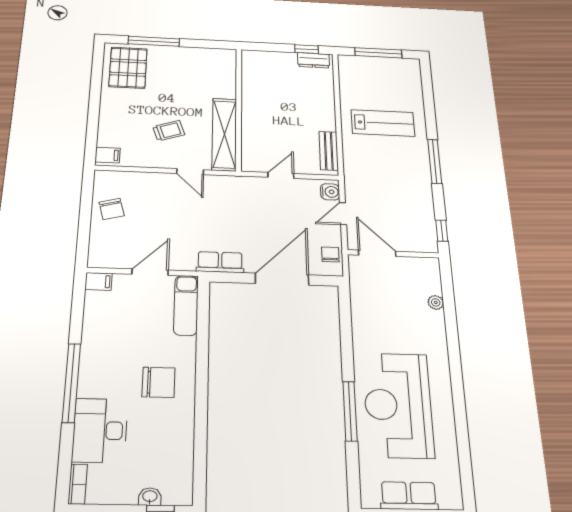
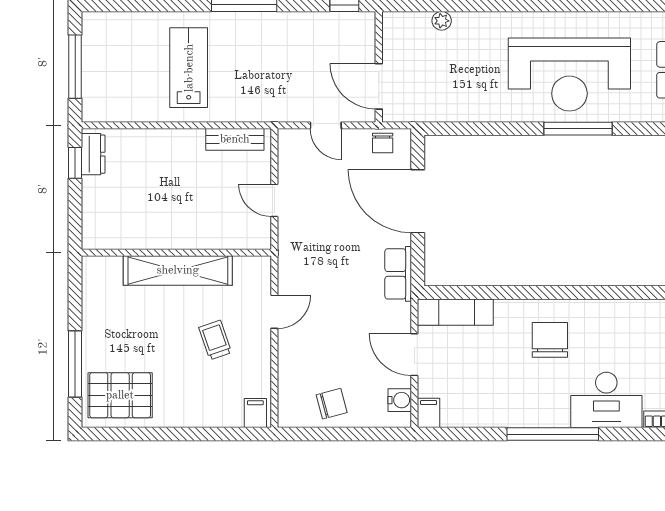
shelving: (224, 134) -> (178, 270), moved
water cooler: (330, 192) -> (400, 400), moved, turned 90
door: (377, 253) -> (379, 86), hinge flipped
chair: (330, 254) -> (383, 143), turned -90

